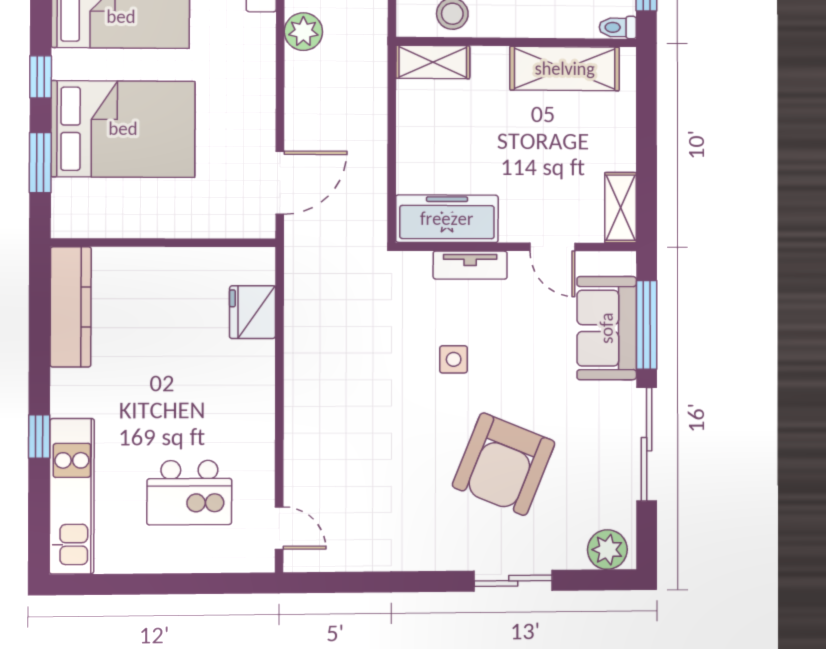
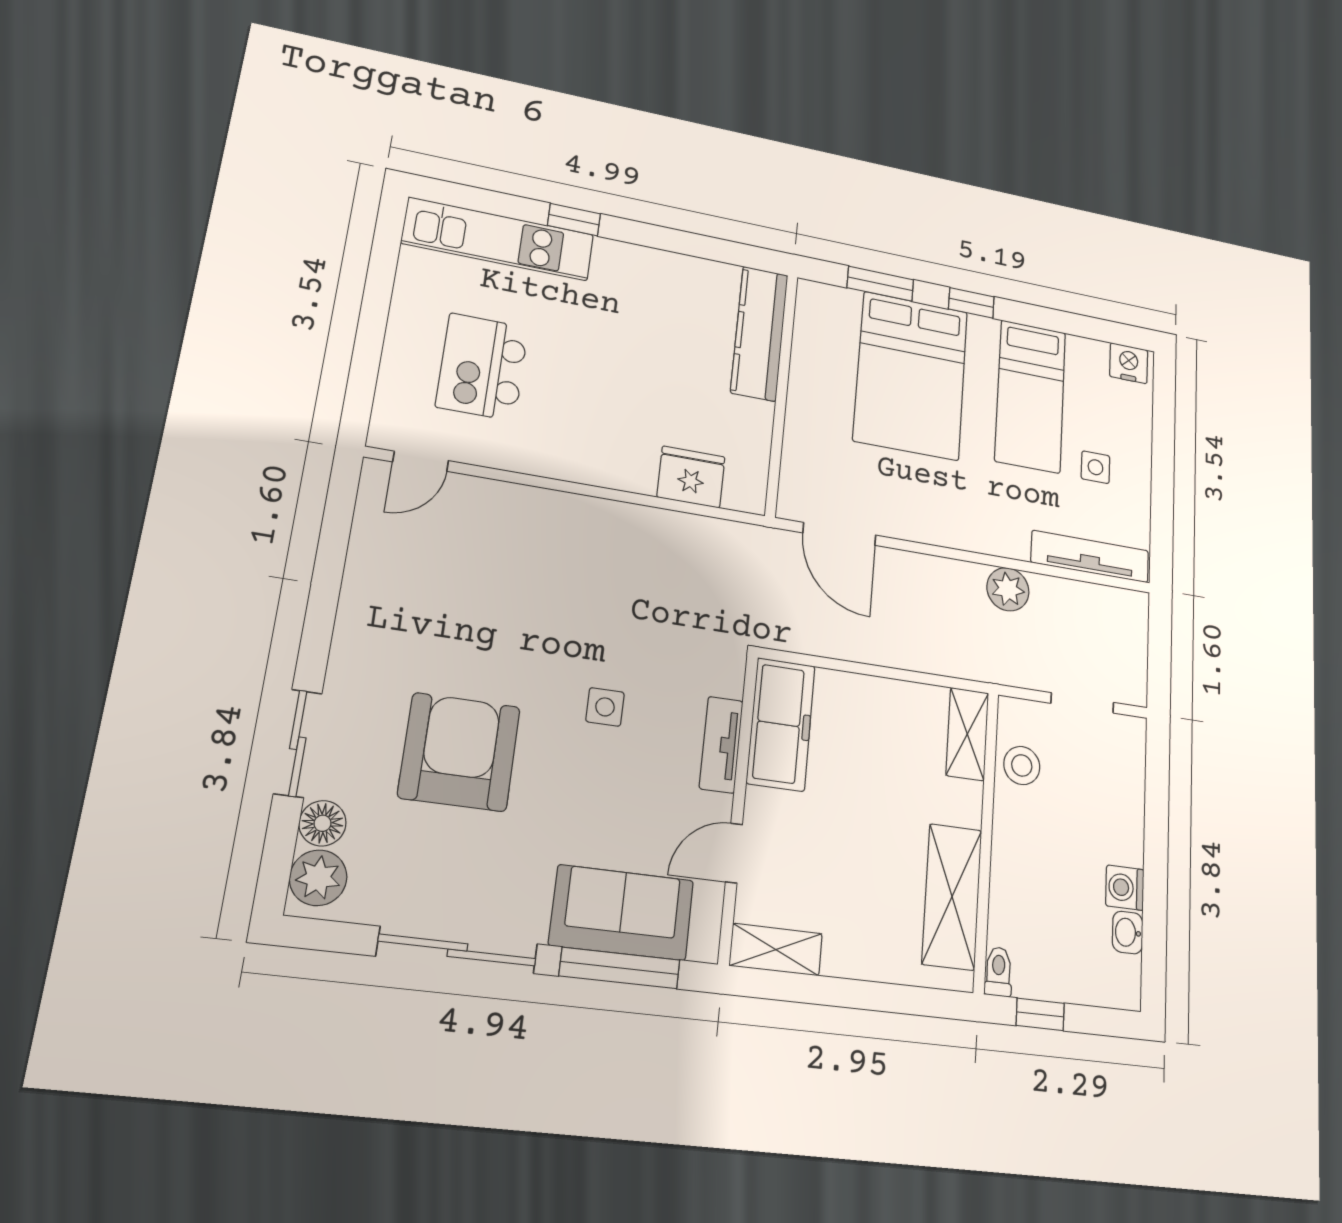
kitchen counter: (71, 307) -> (759, 333), moved, turned 90
armchair: (504, 464) -> (459, 752), turned 68
floor lamp: (569, 553) -> (322, 823), added

